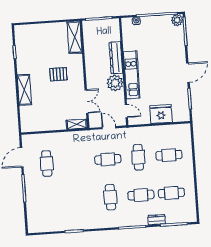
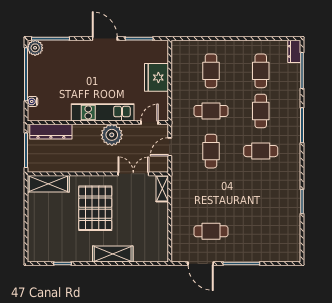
dresser: (116, 58) -> (51, 132), moved
pallet: (58, 74) -> (95, 208), width x2.05, depth x2.00
dresser: (157, 220) -> (294, 51), moved

